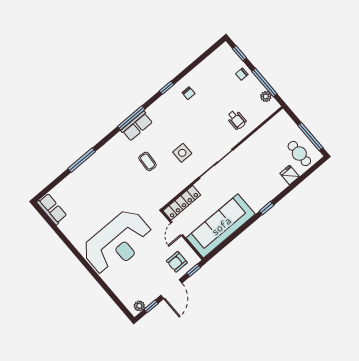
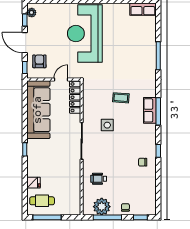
plant: (266, 96) -> (102, 207), width x1.88, depth x1.88
door: (177, 229) -> (61, 80), hinge flipped

